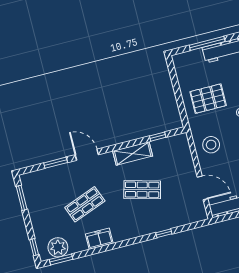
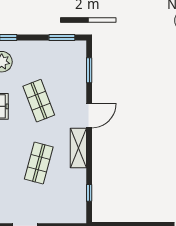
shelving: (133, 153) -> (78, 148), moved
window: (56, 163) -> (89, 70), moved

